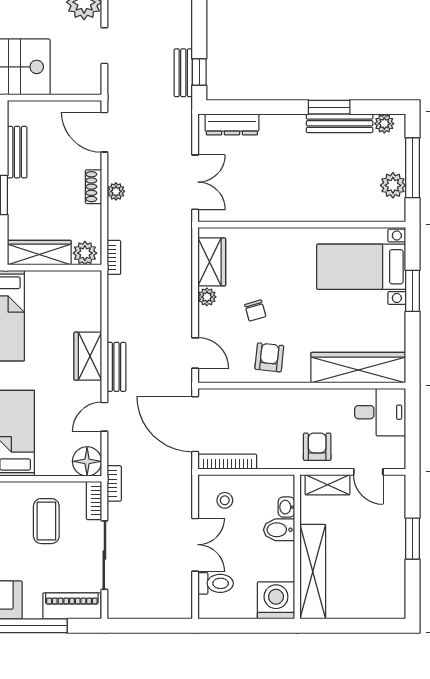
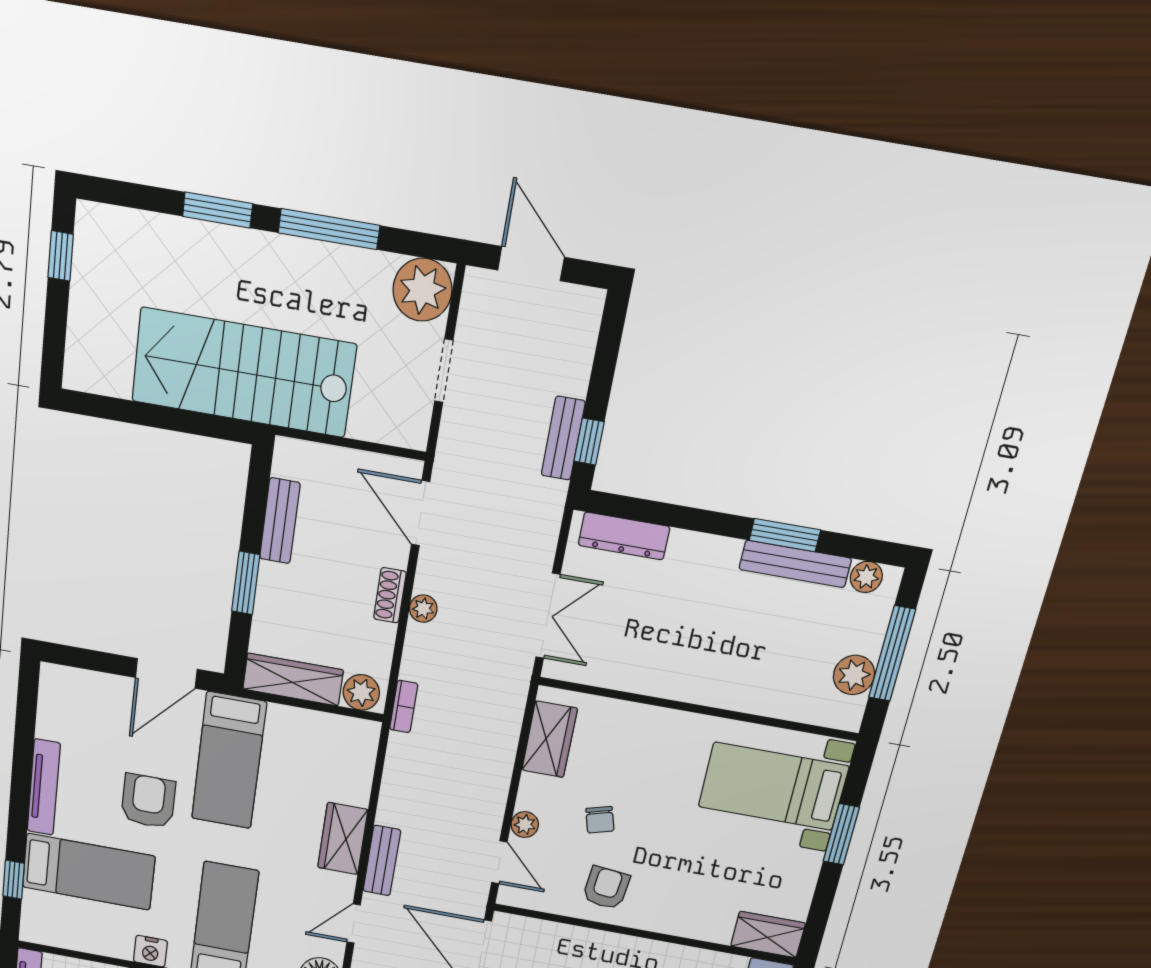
plant: (207, 297) -> (525, 825), moved
wardrobe: (358, 368) -> (768, 935), width x0.48, depth x0.85

